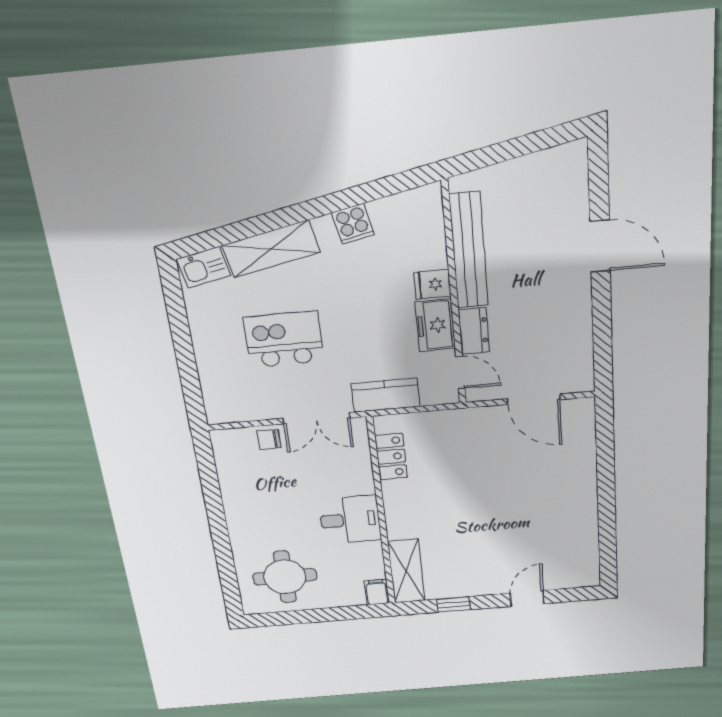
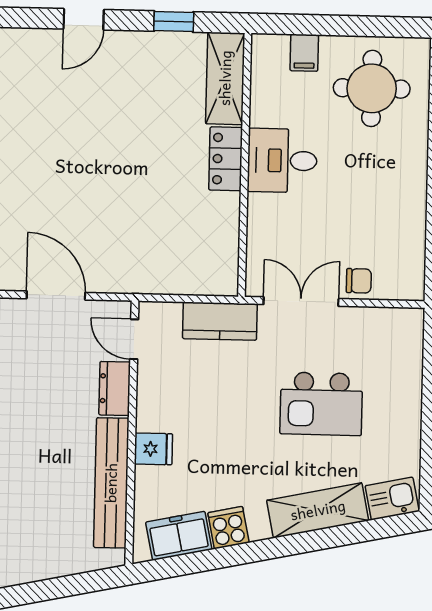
freezer: (435, 325) -> (179, 536), moved, turned -102
locker: (391, 457) -> (226, 159), moved
filing cabinet: (377, 592) -> (304, 53), moved

